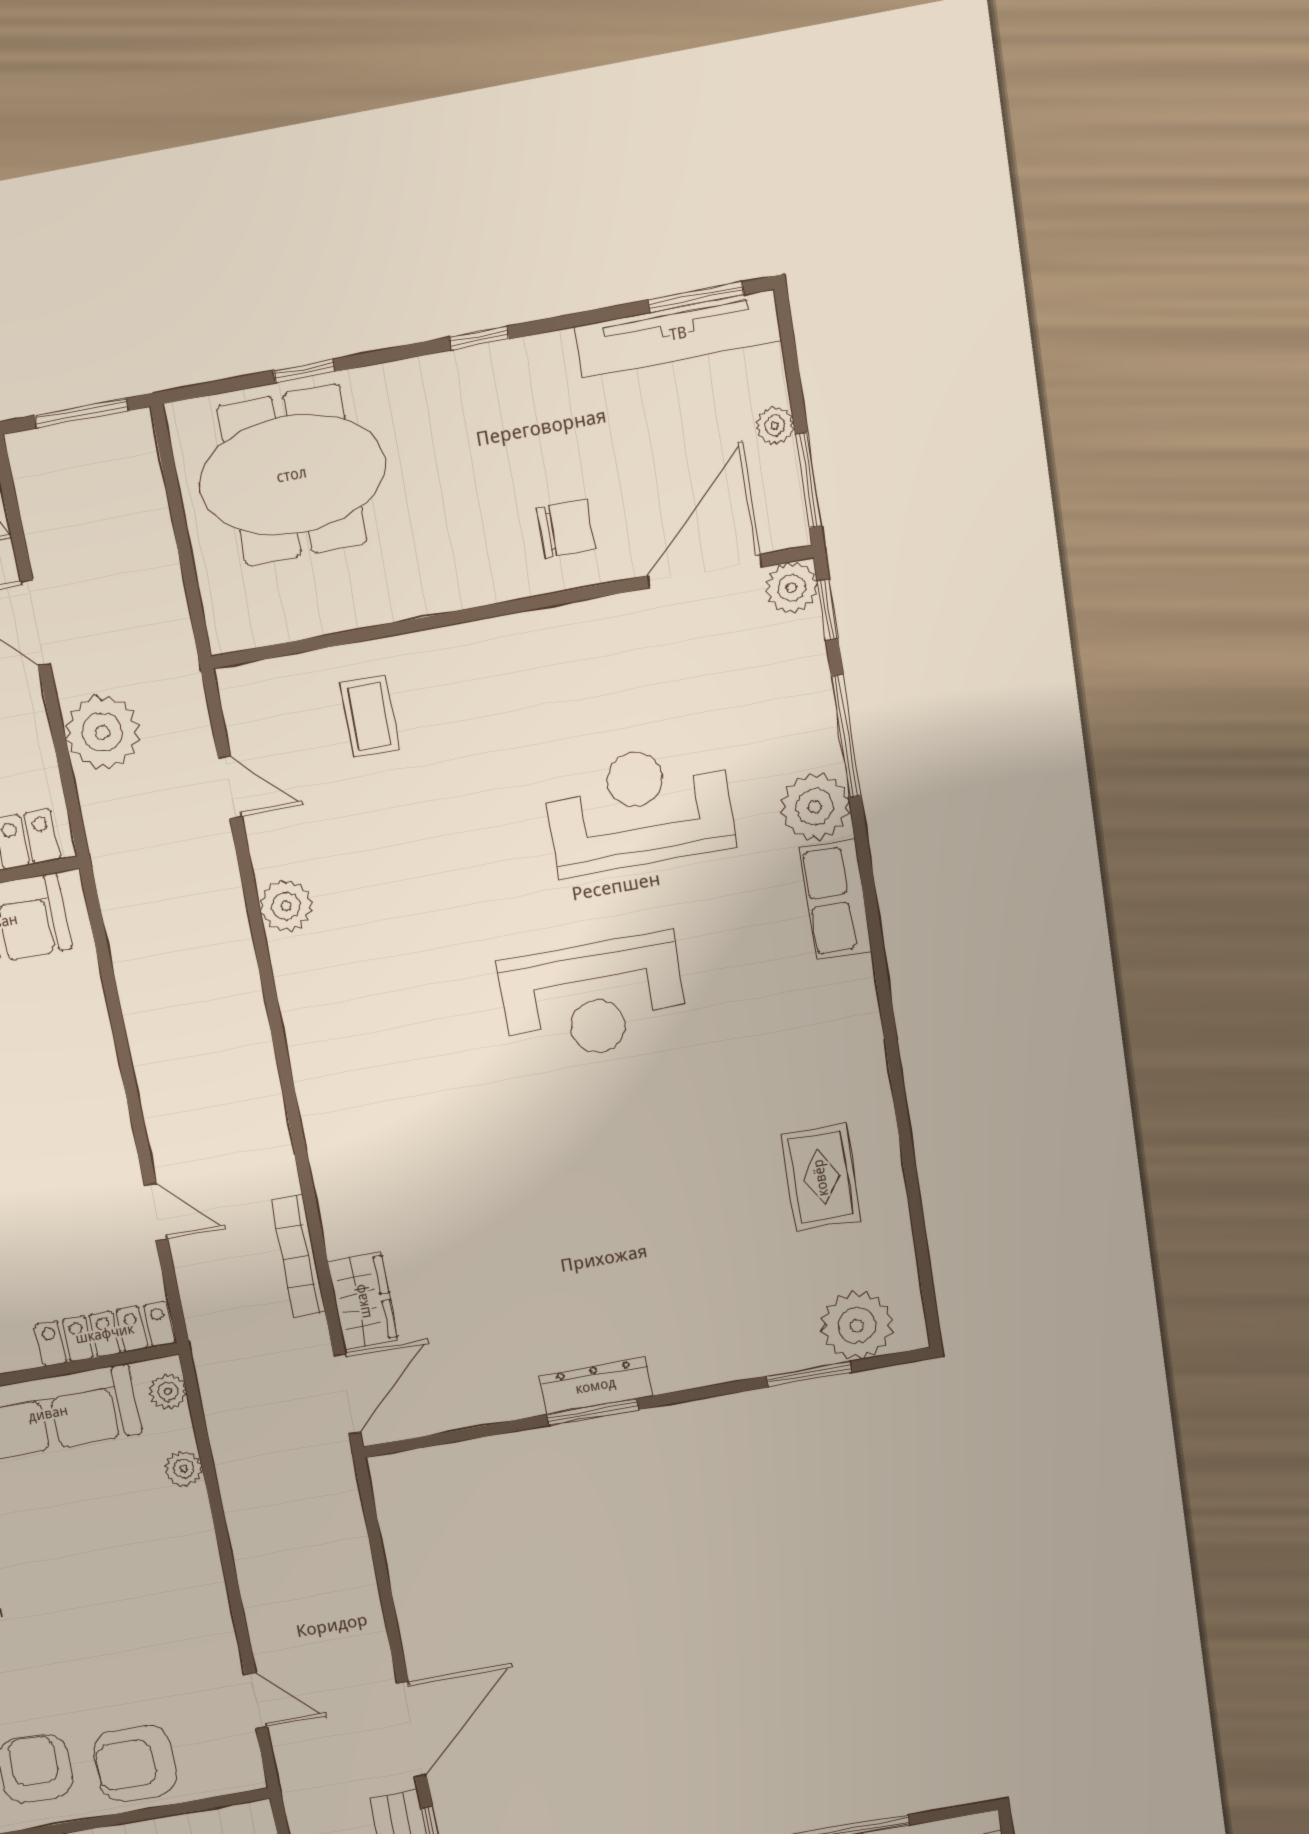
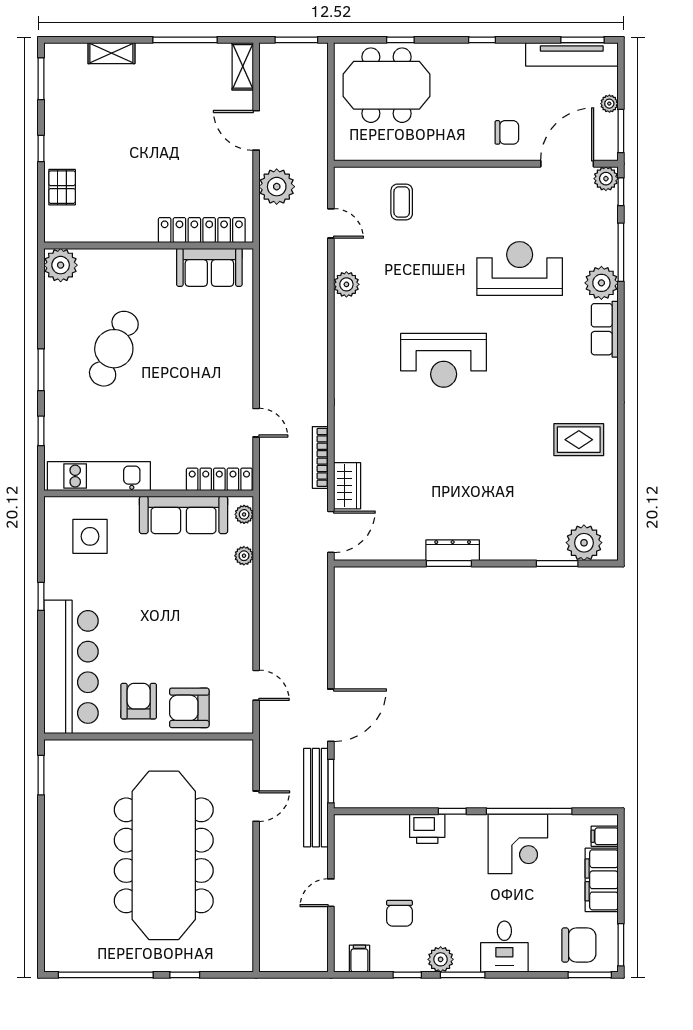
reception desk: (593, 998) -> (444, 360), moved
rug: (821, 1178) -> (579, 440), moved, turned 90

